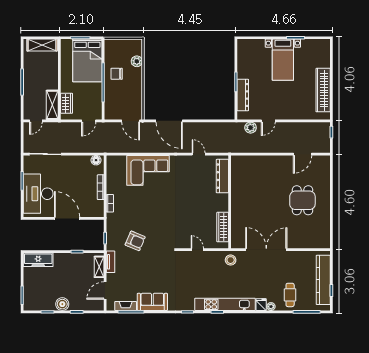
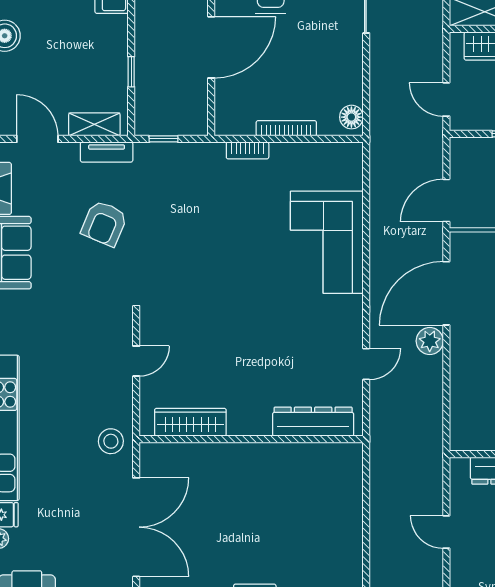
plant: (251, 128) -> (430, 341), moved
armchair: (135, 241) -> (104, 223), moved

